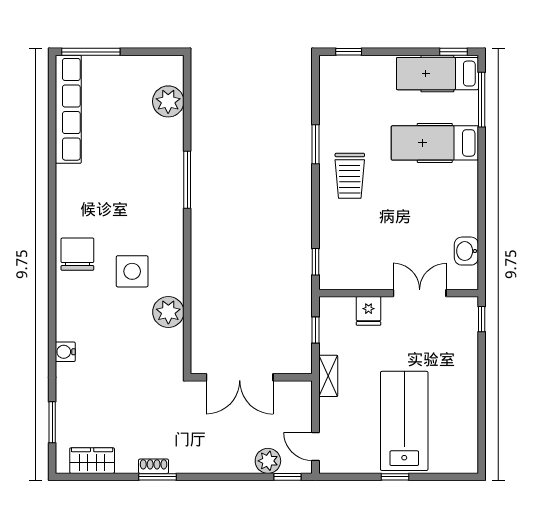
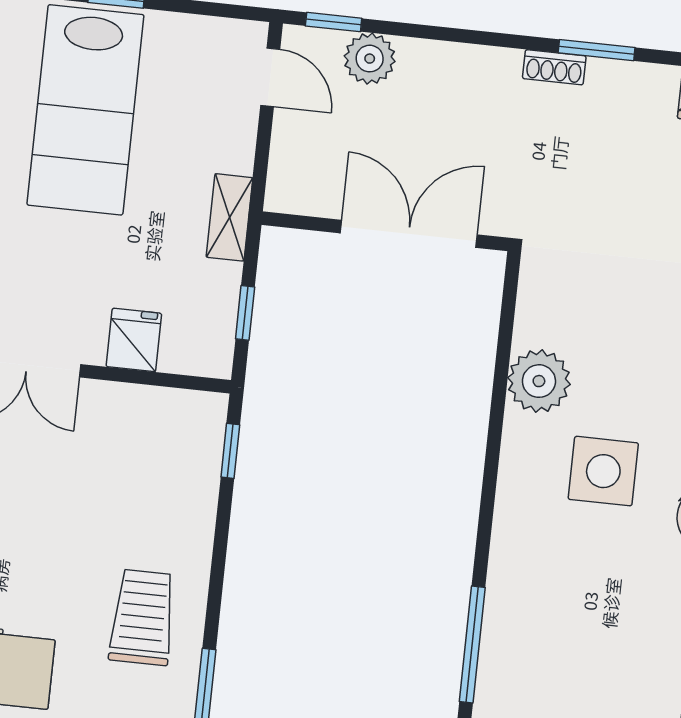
shoe rack: (154, 466) -> (554, 67), moved

